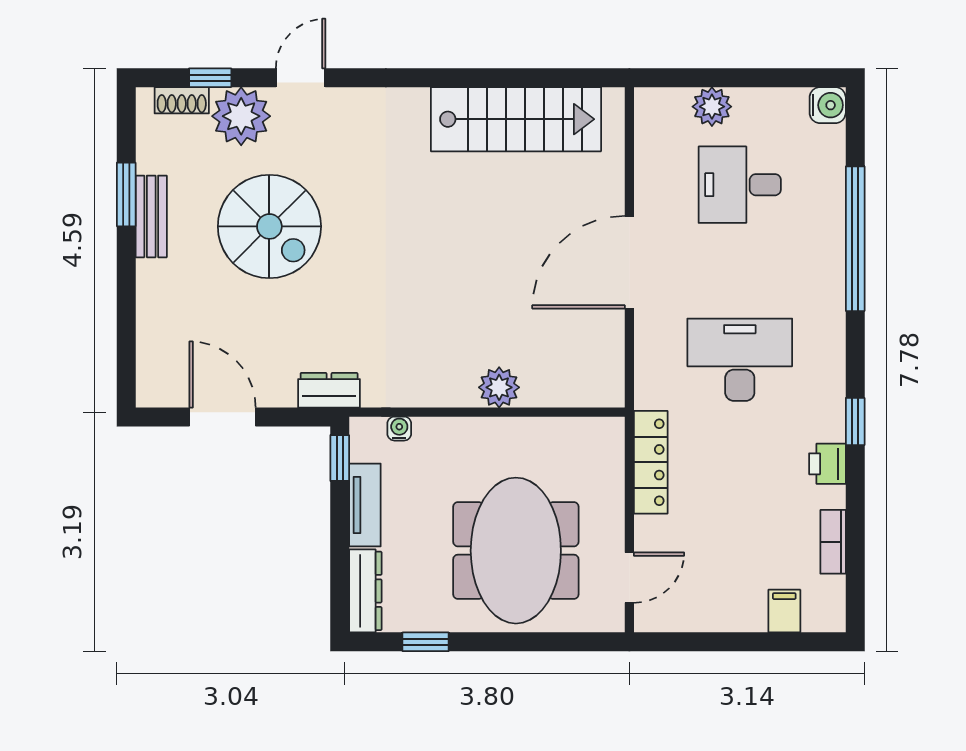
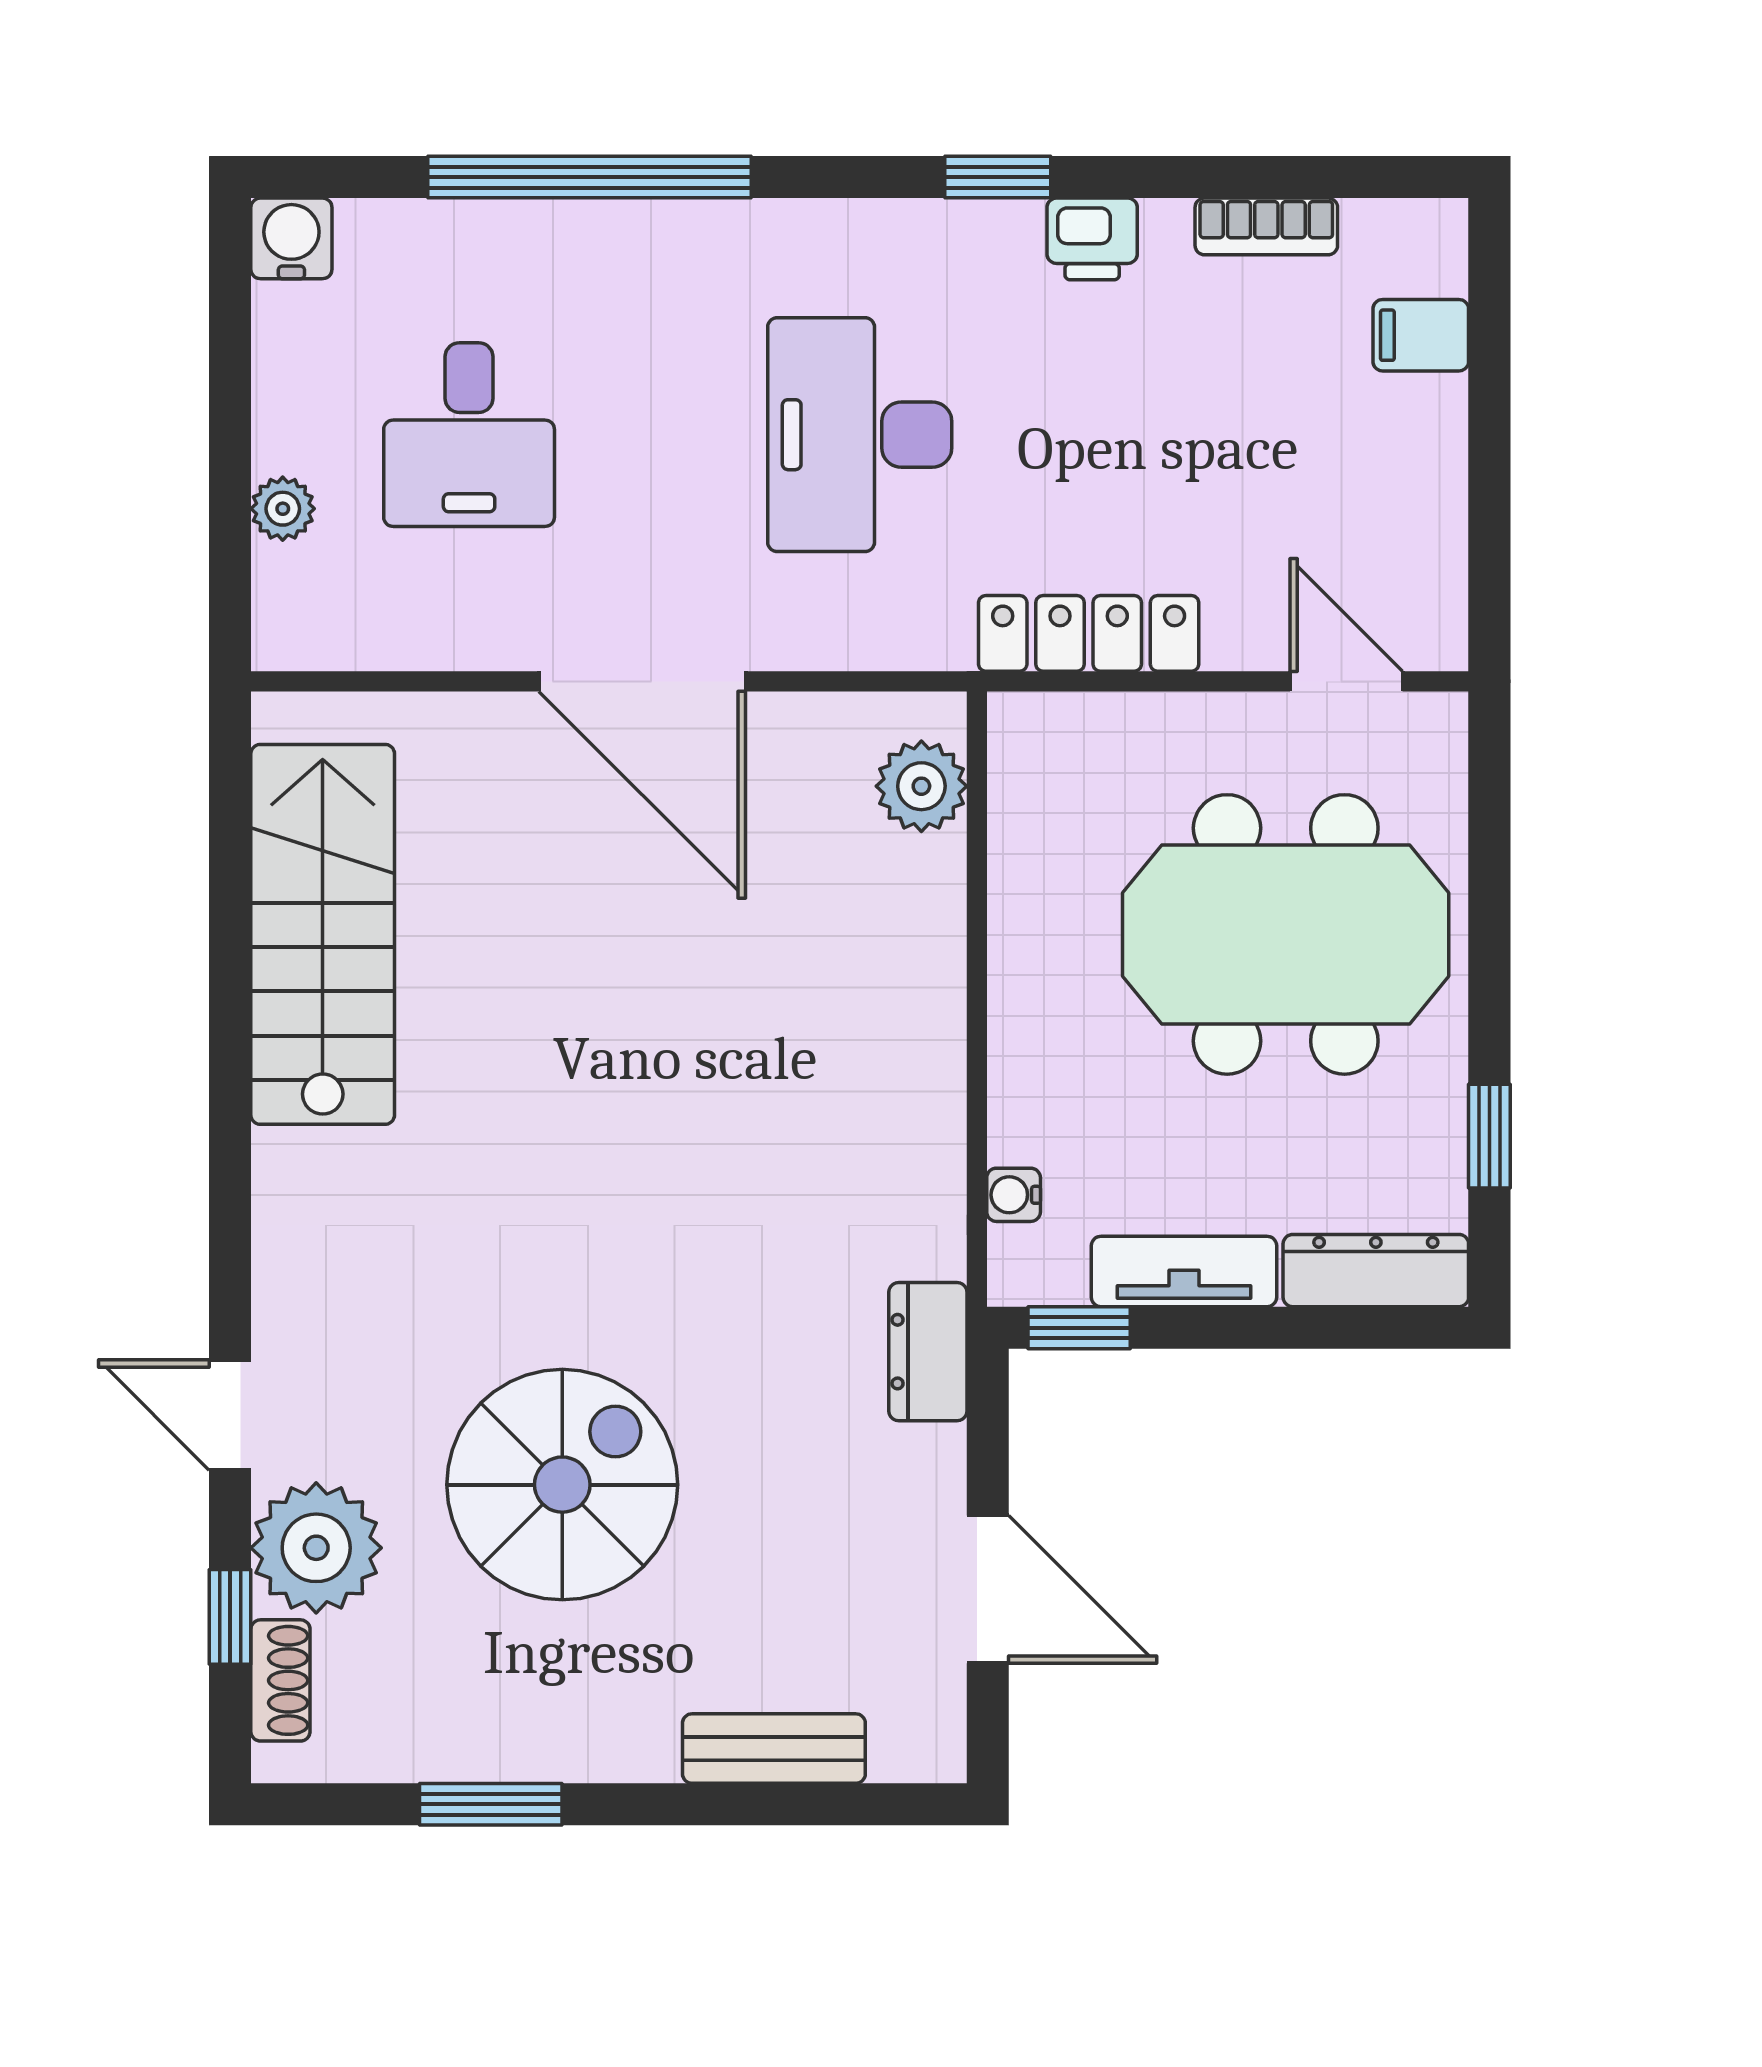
plant: (712, 107) -> (283, 509), width x0.73, depth x0.73
bench: (151, 216) -> (774, 1749), moved
plant: (499, 387) -> (921, 786), moved
door: (223, 417) -> (988, 1589), swing flipped

